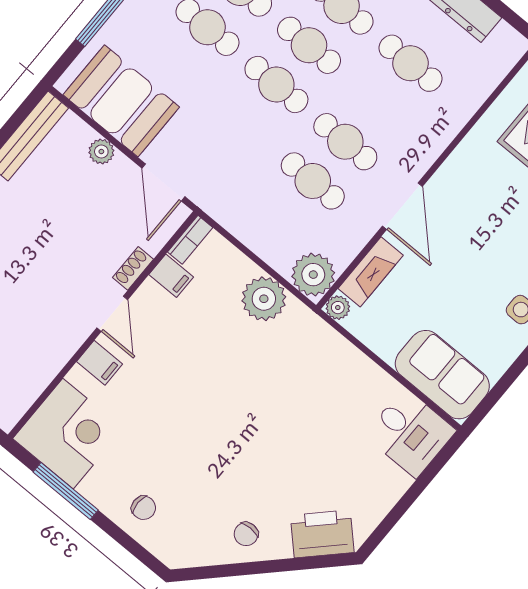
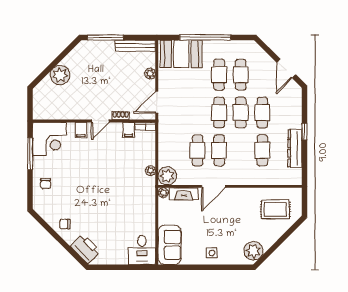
booth: (121, 101) -> (181, 54), moved, turned 90
plant: (264, 299) -> (150, 171), width x0.53, depth x0.53

